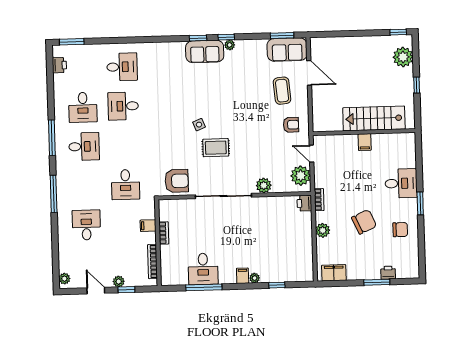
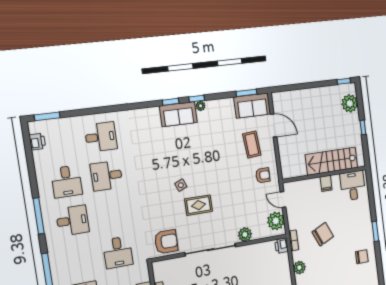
desk: (401, 183) -> (353, 186), moved, turned -90
chair: (364, 222) -> (323, 234), moved

